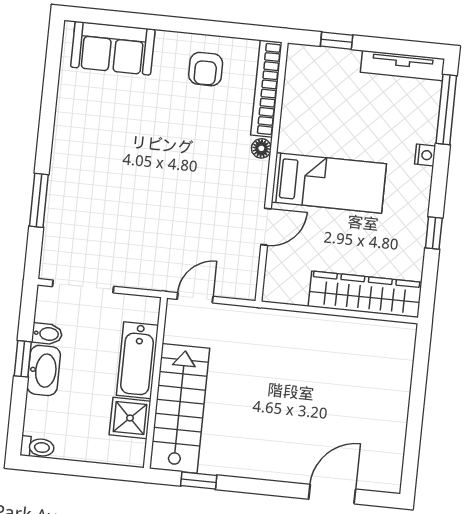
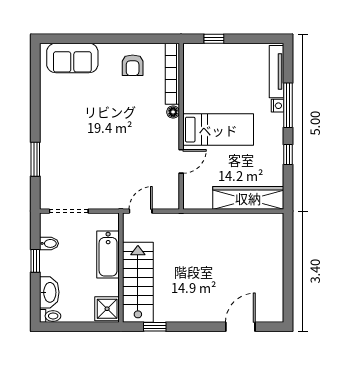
tv unit: (402, 66) -> (276, 72), moved, turned 90
window: (446, 110) -> (288, 105), moved
washbasin: (44, 370) -> (49, 292), moved
shower: (130, 418) -> (107, 309), moved

